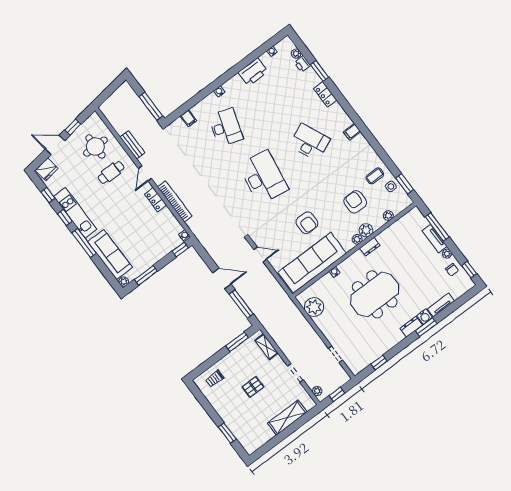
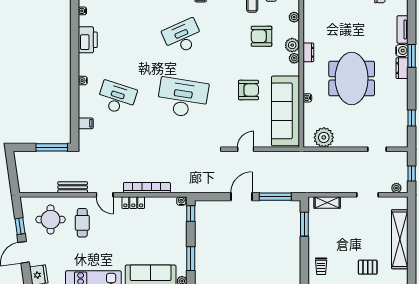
pallet: (253, 387) -> (368, 267), moved, turned 90
shelving: (287, 418) -> (400, 239), width x1.47

